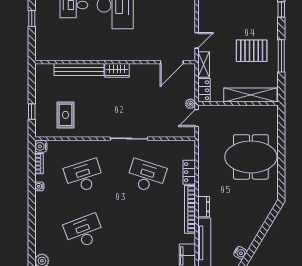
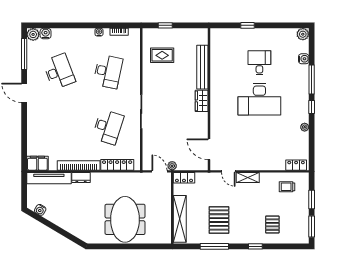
shelving: (204, 64) -> (248, 178), moved
water cooler: (41, 146) -> (46, 33), moved
locker: (189, 172) -> (117, 165), width x1.53
desk: (84, 176) -> (108, 72), turned 30

